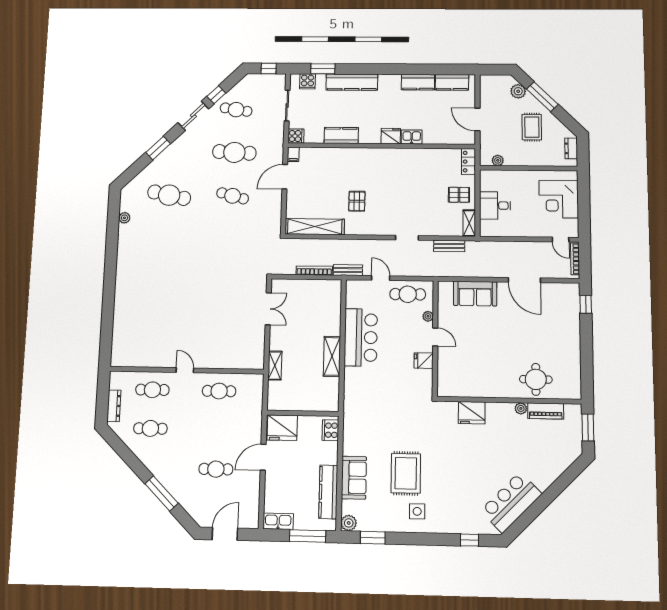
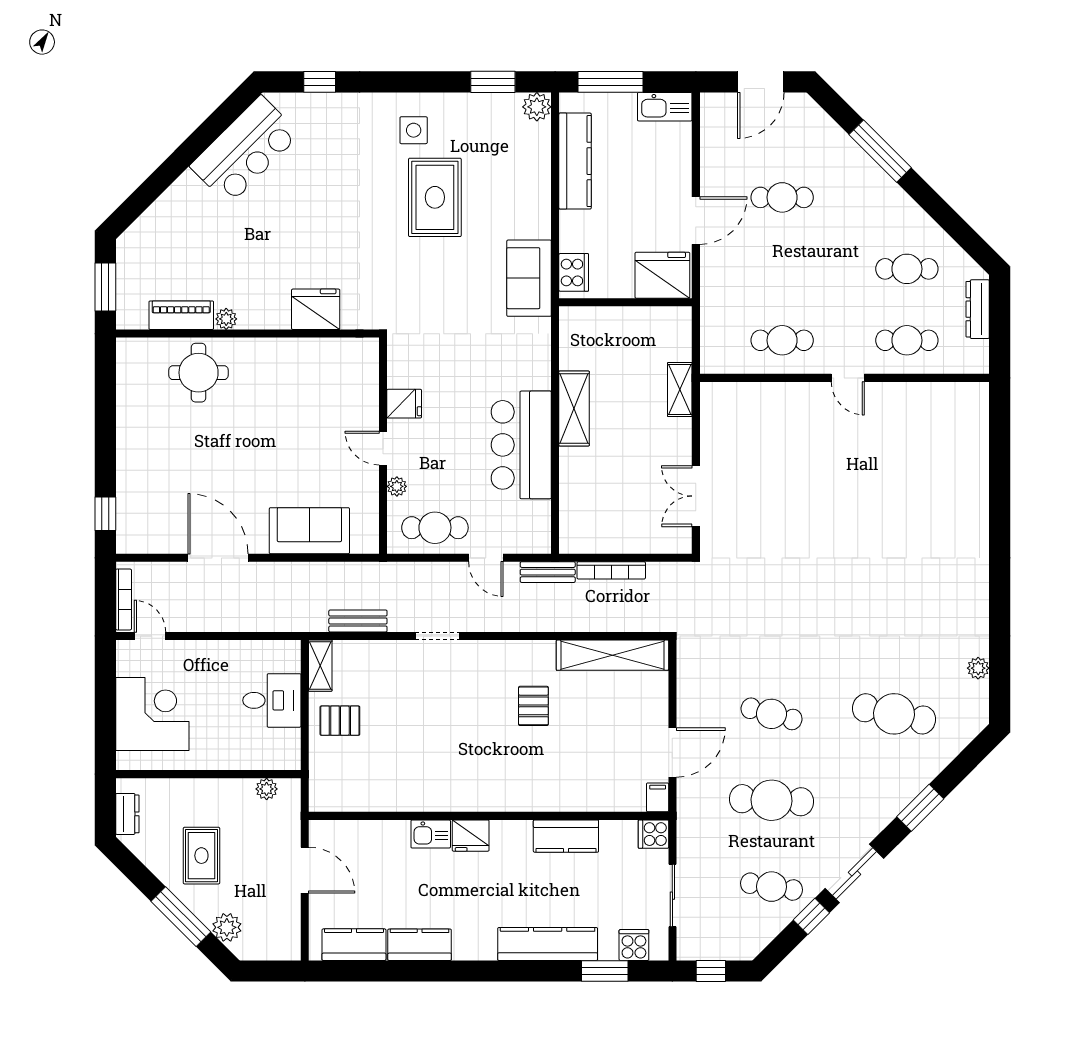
locker: (469, 162) -> (322, 786), removed
sofa: (354, 478) -> (529, 278), moved

